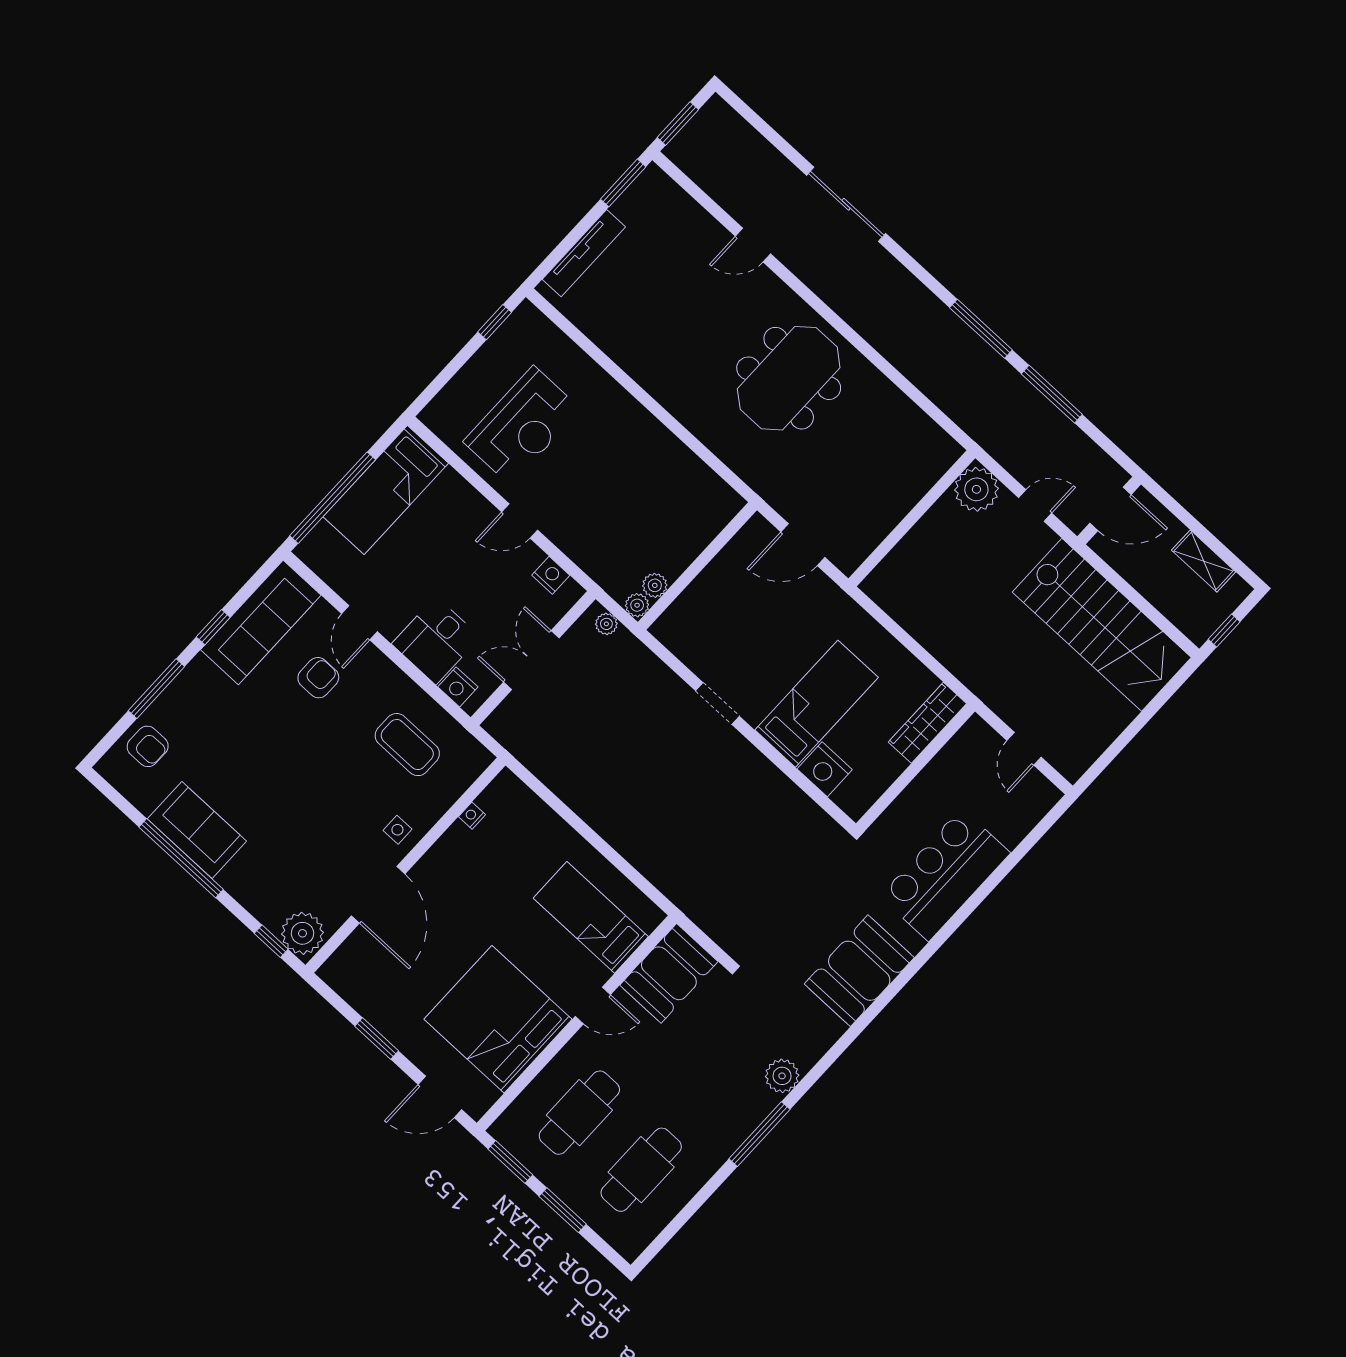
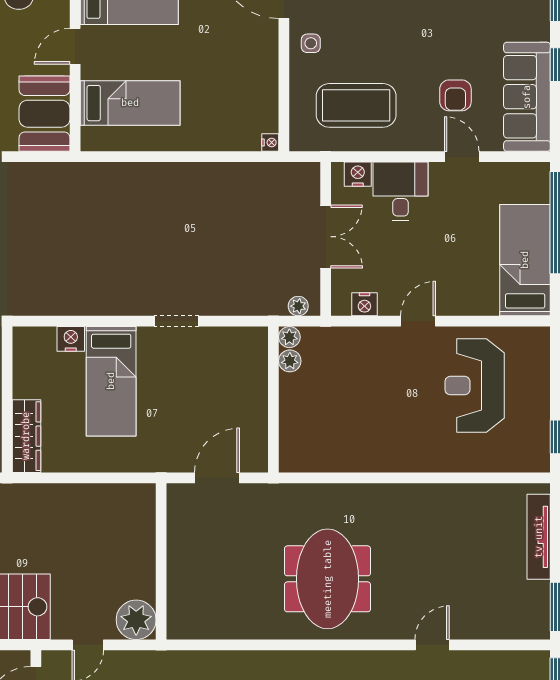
coffee table: (407, 745) -> (356, 105), width x1.36, depth x1.32
nightstand: (825, 769) -> (71, 339), width x0.74, depth x0.75
nightstand: (472, 816) -> (270, 142), moved

